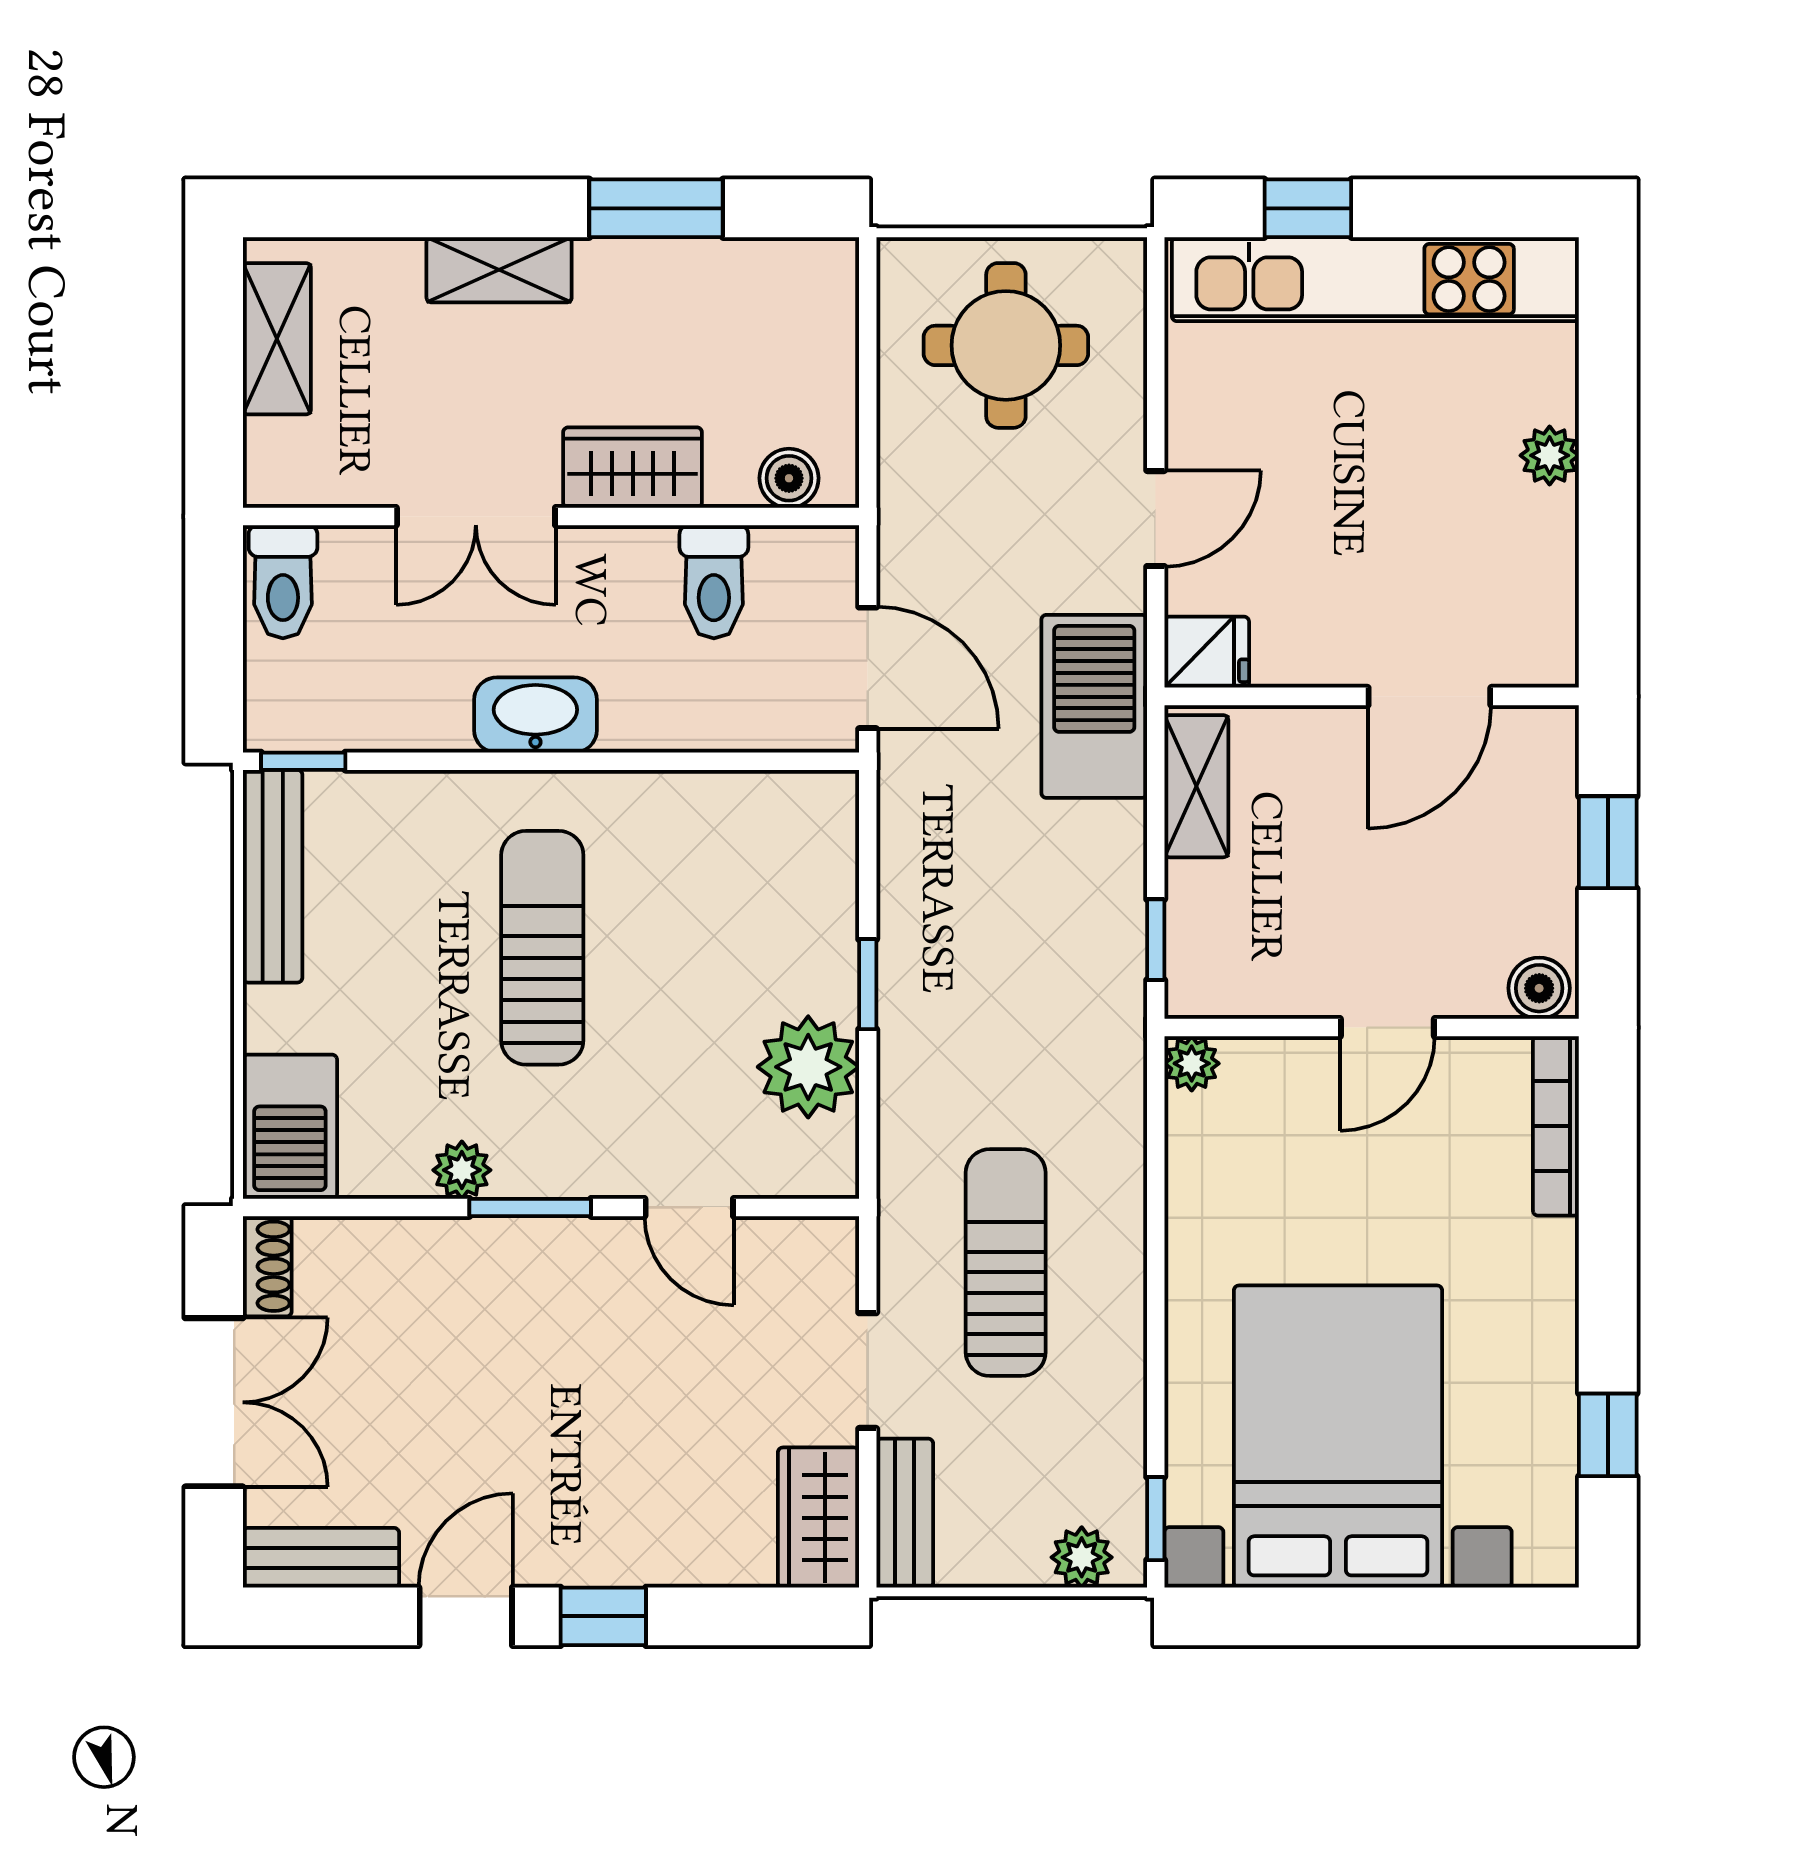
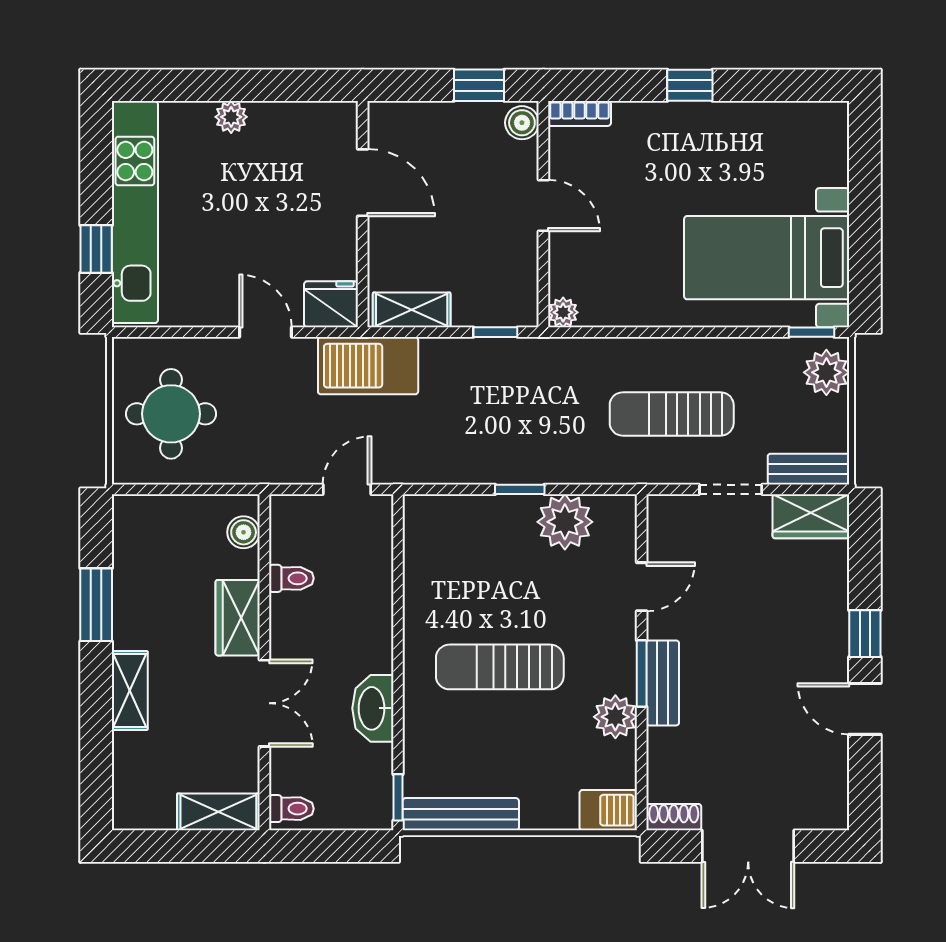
shelving: (277, 339) -> (218, 812), moved
toilet: (283, 582) -> (291, 809), width x0.73, depth x0.72
toilet: (714, 582) -> (291, 578), width x0.73, depth x0.72
fridge: (1207, 652) -> (331, 304), width x1.38
door: (868, 668) -> (347, 489), width x0.73
washbasin: (535, 715) -> (373, 708), moved
window: (1608, 842) -> (479, 85), moved
bookcase: (1556, 1126) -> (579, 114), width x0.64
barbecue: (290, 1127) -> (608, 810), width x0.73, depth x0.79
plant: (462, 1170) -> (615, 717), width x1.38, depth x1.38
double door: (214, 1402) -> (748, 846), swing flipped
window: (1608, 1435) -> (690, 85), moved
bed with nightstands: (1338, 1437) -> (767, 258), width x0.73
plant: (1082, 1557) -> (826, 372), width x1.38, depth x1.38
bench: (321, 1558) -> (663, 683), moved

